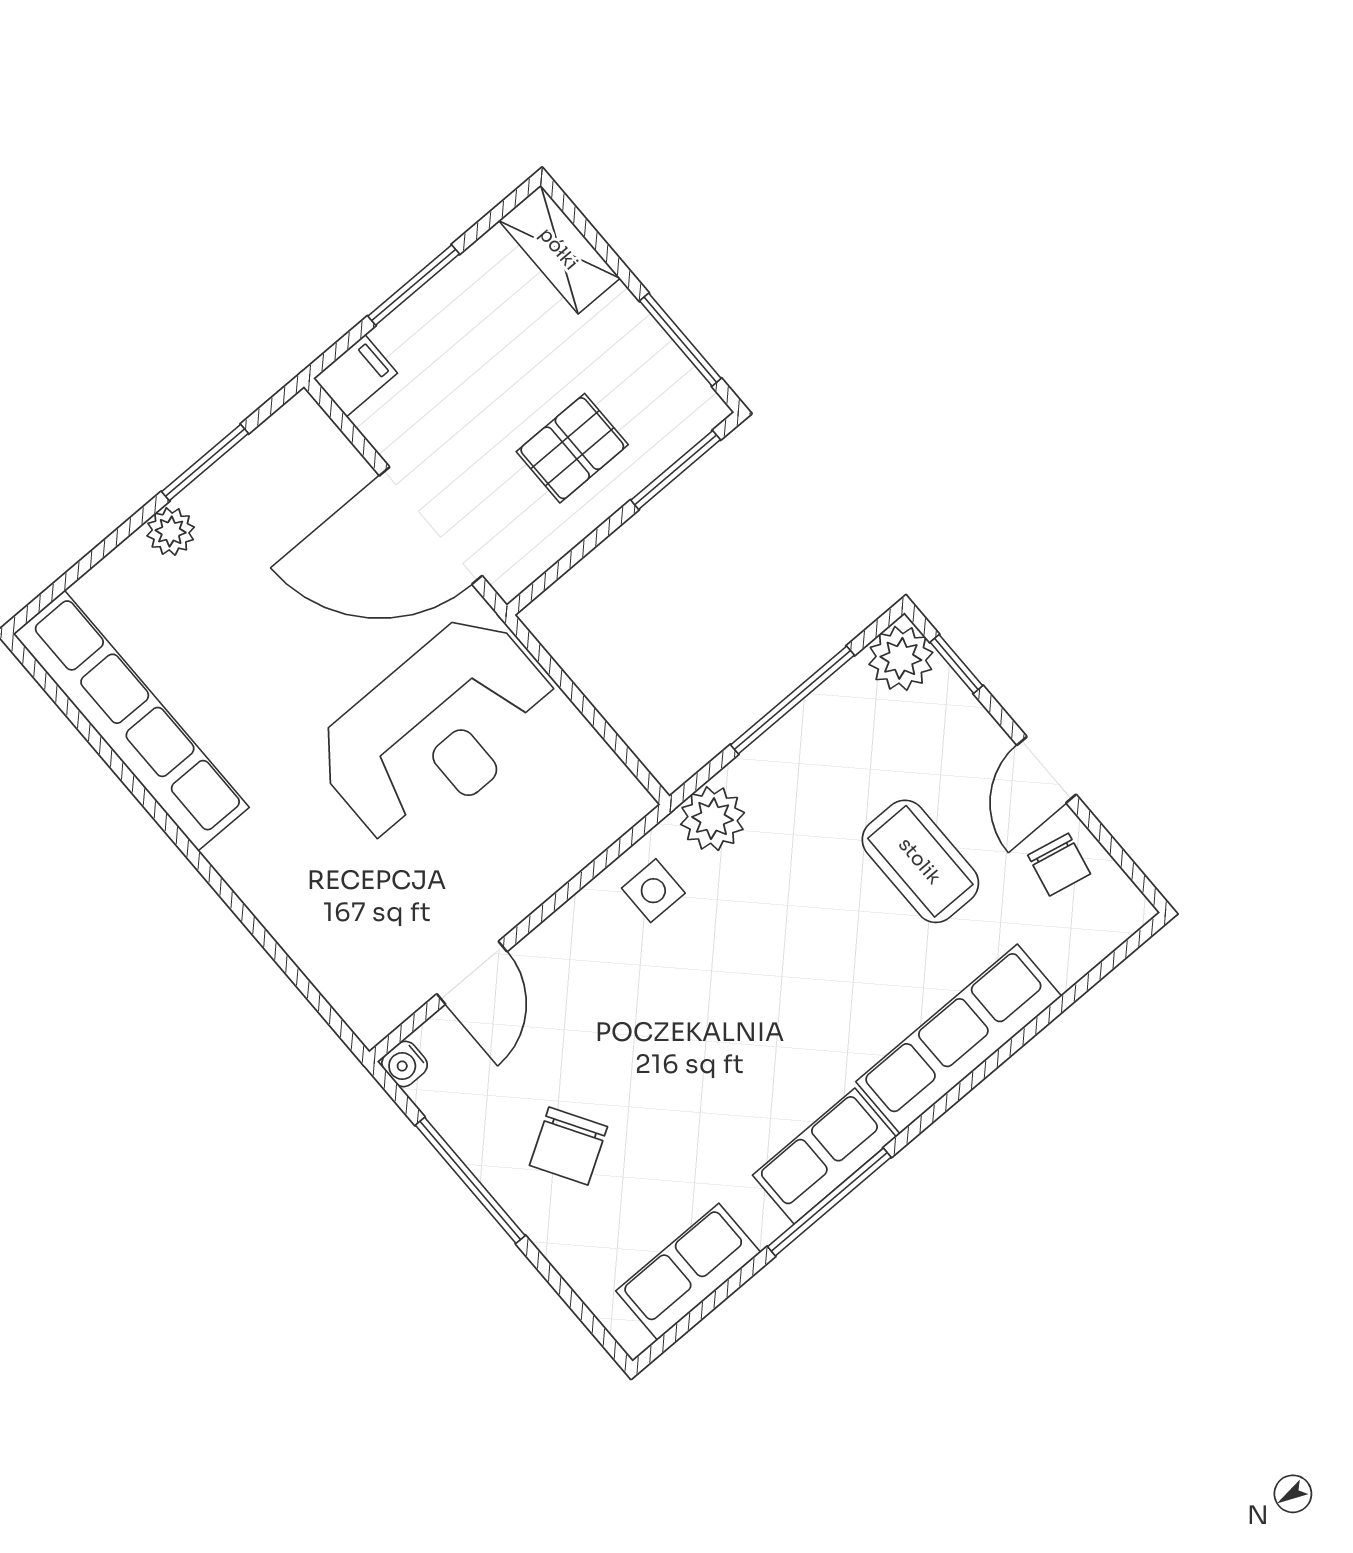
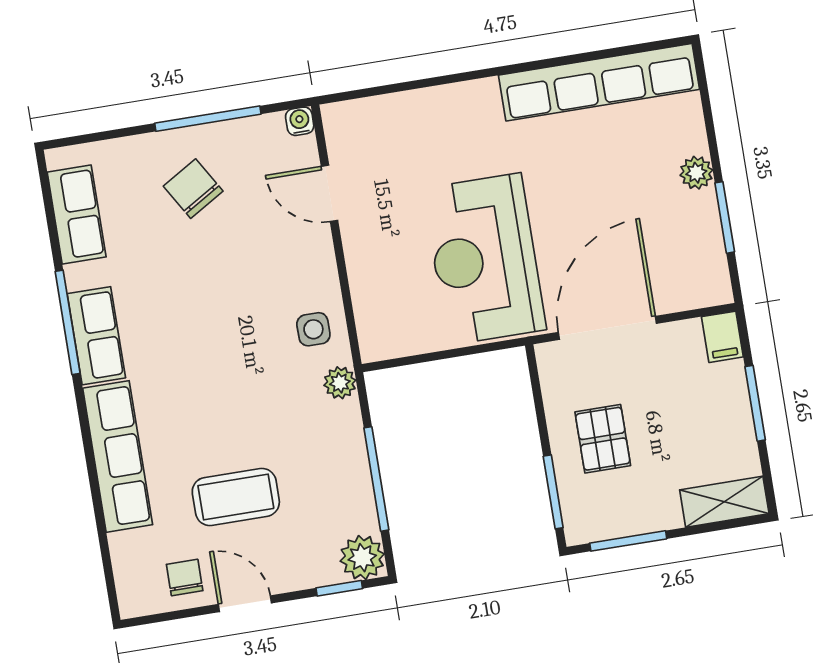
plant: (713, 819) -> (340, 383), width x0.73, depth x0.73
chair: (1059, 865) -> (185, 577), turned 78

